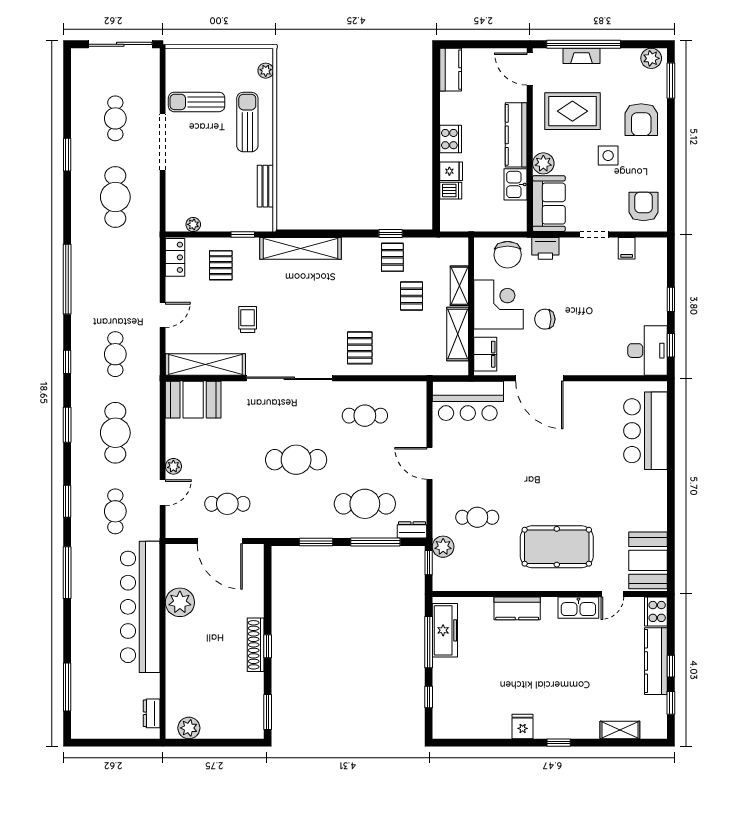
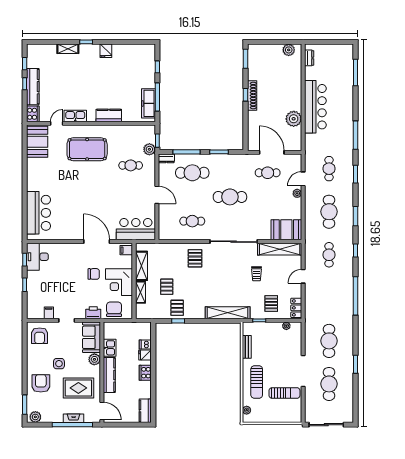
cafe table: (115, 118) -> (329, 384), width x1.37, depth x1.35
filing cabinet: (485, 354) -> (126, 250), width x0.50
bar counter: (140, 607) -> (315, 107), width x0.73
shelving: (620, 730) -> (68, 49), moved

